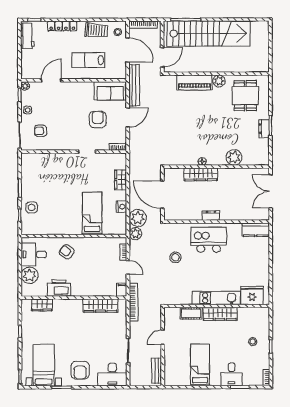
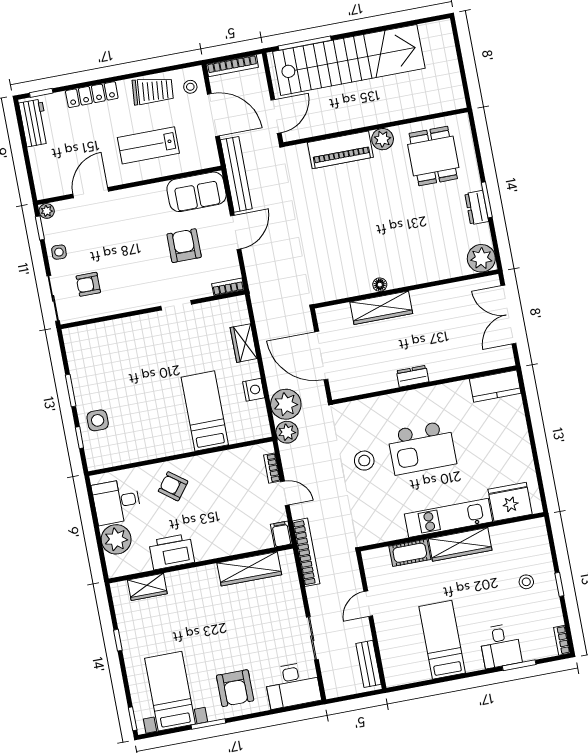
plant: (234, 157) -> (481, 258), moved
kitchen island: (209, 240) -> (422, 448), moved, turned 180

